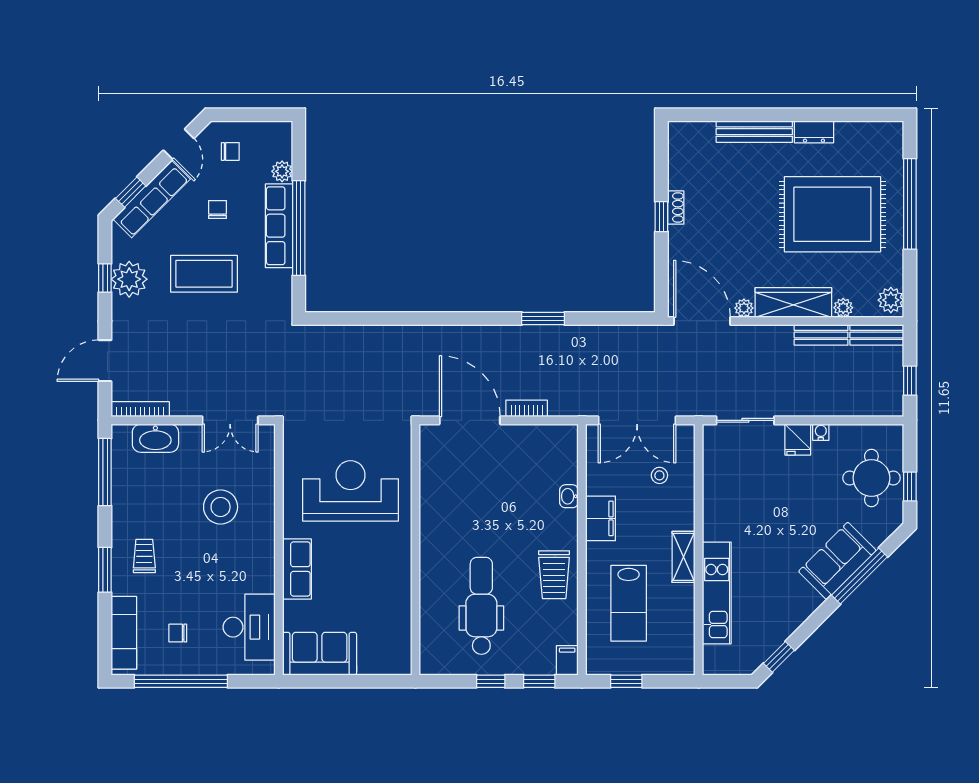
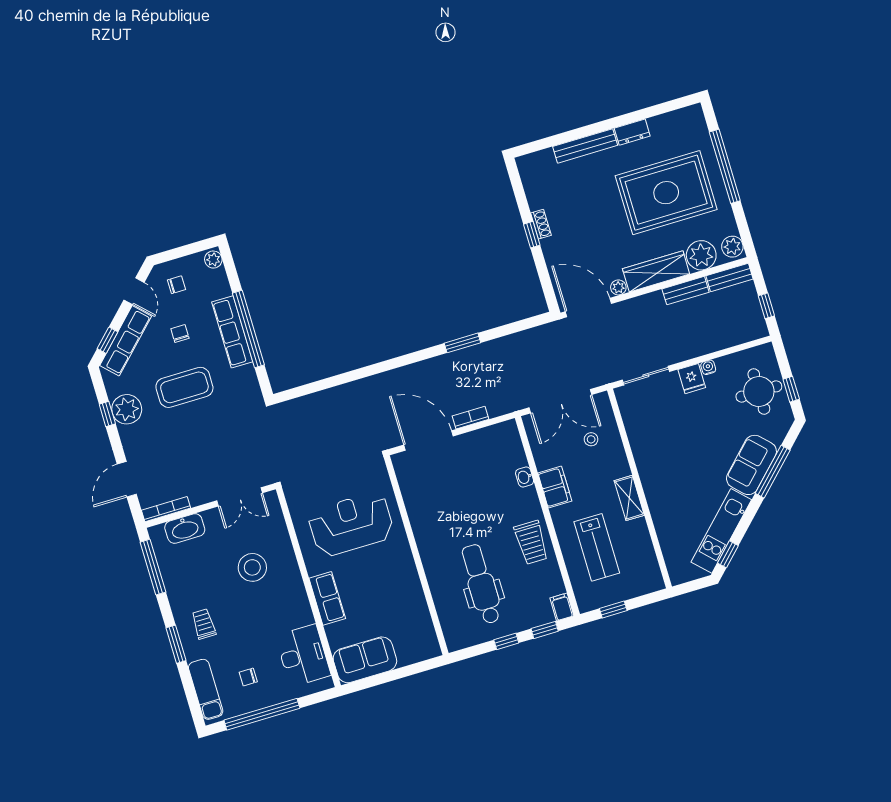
plant: (282, 171) -> (213, 260), moved
plant: (843, 308) -> (701, 255), width x1.88, depth x1.88
kitchen unit: (717, 593) -> (721, 531), moved, turned -135

